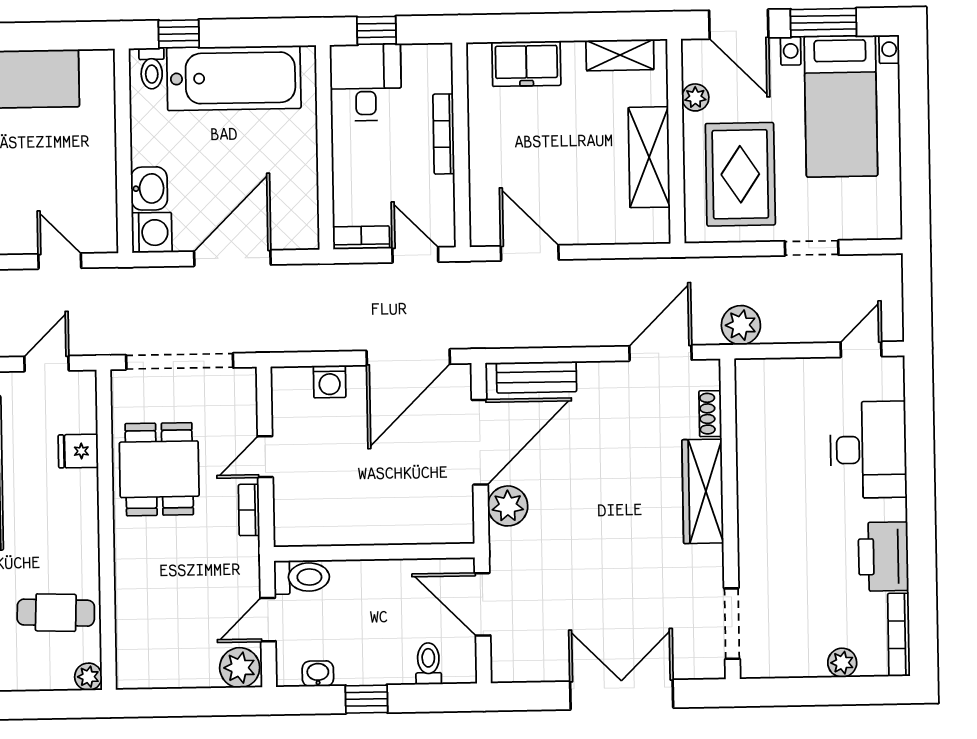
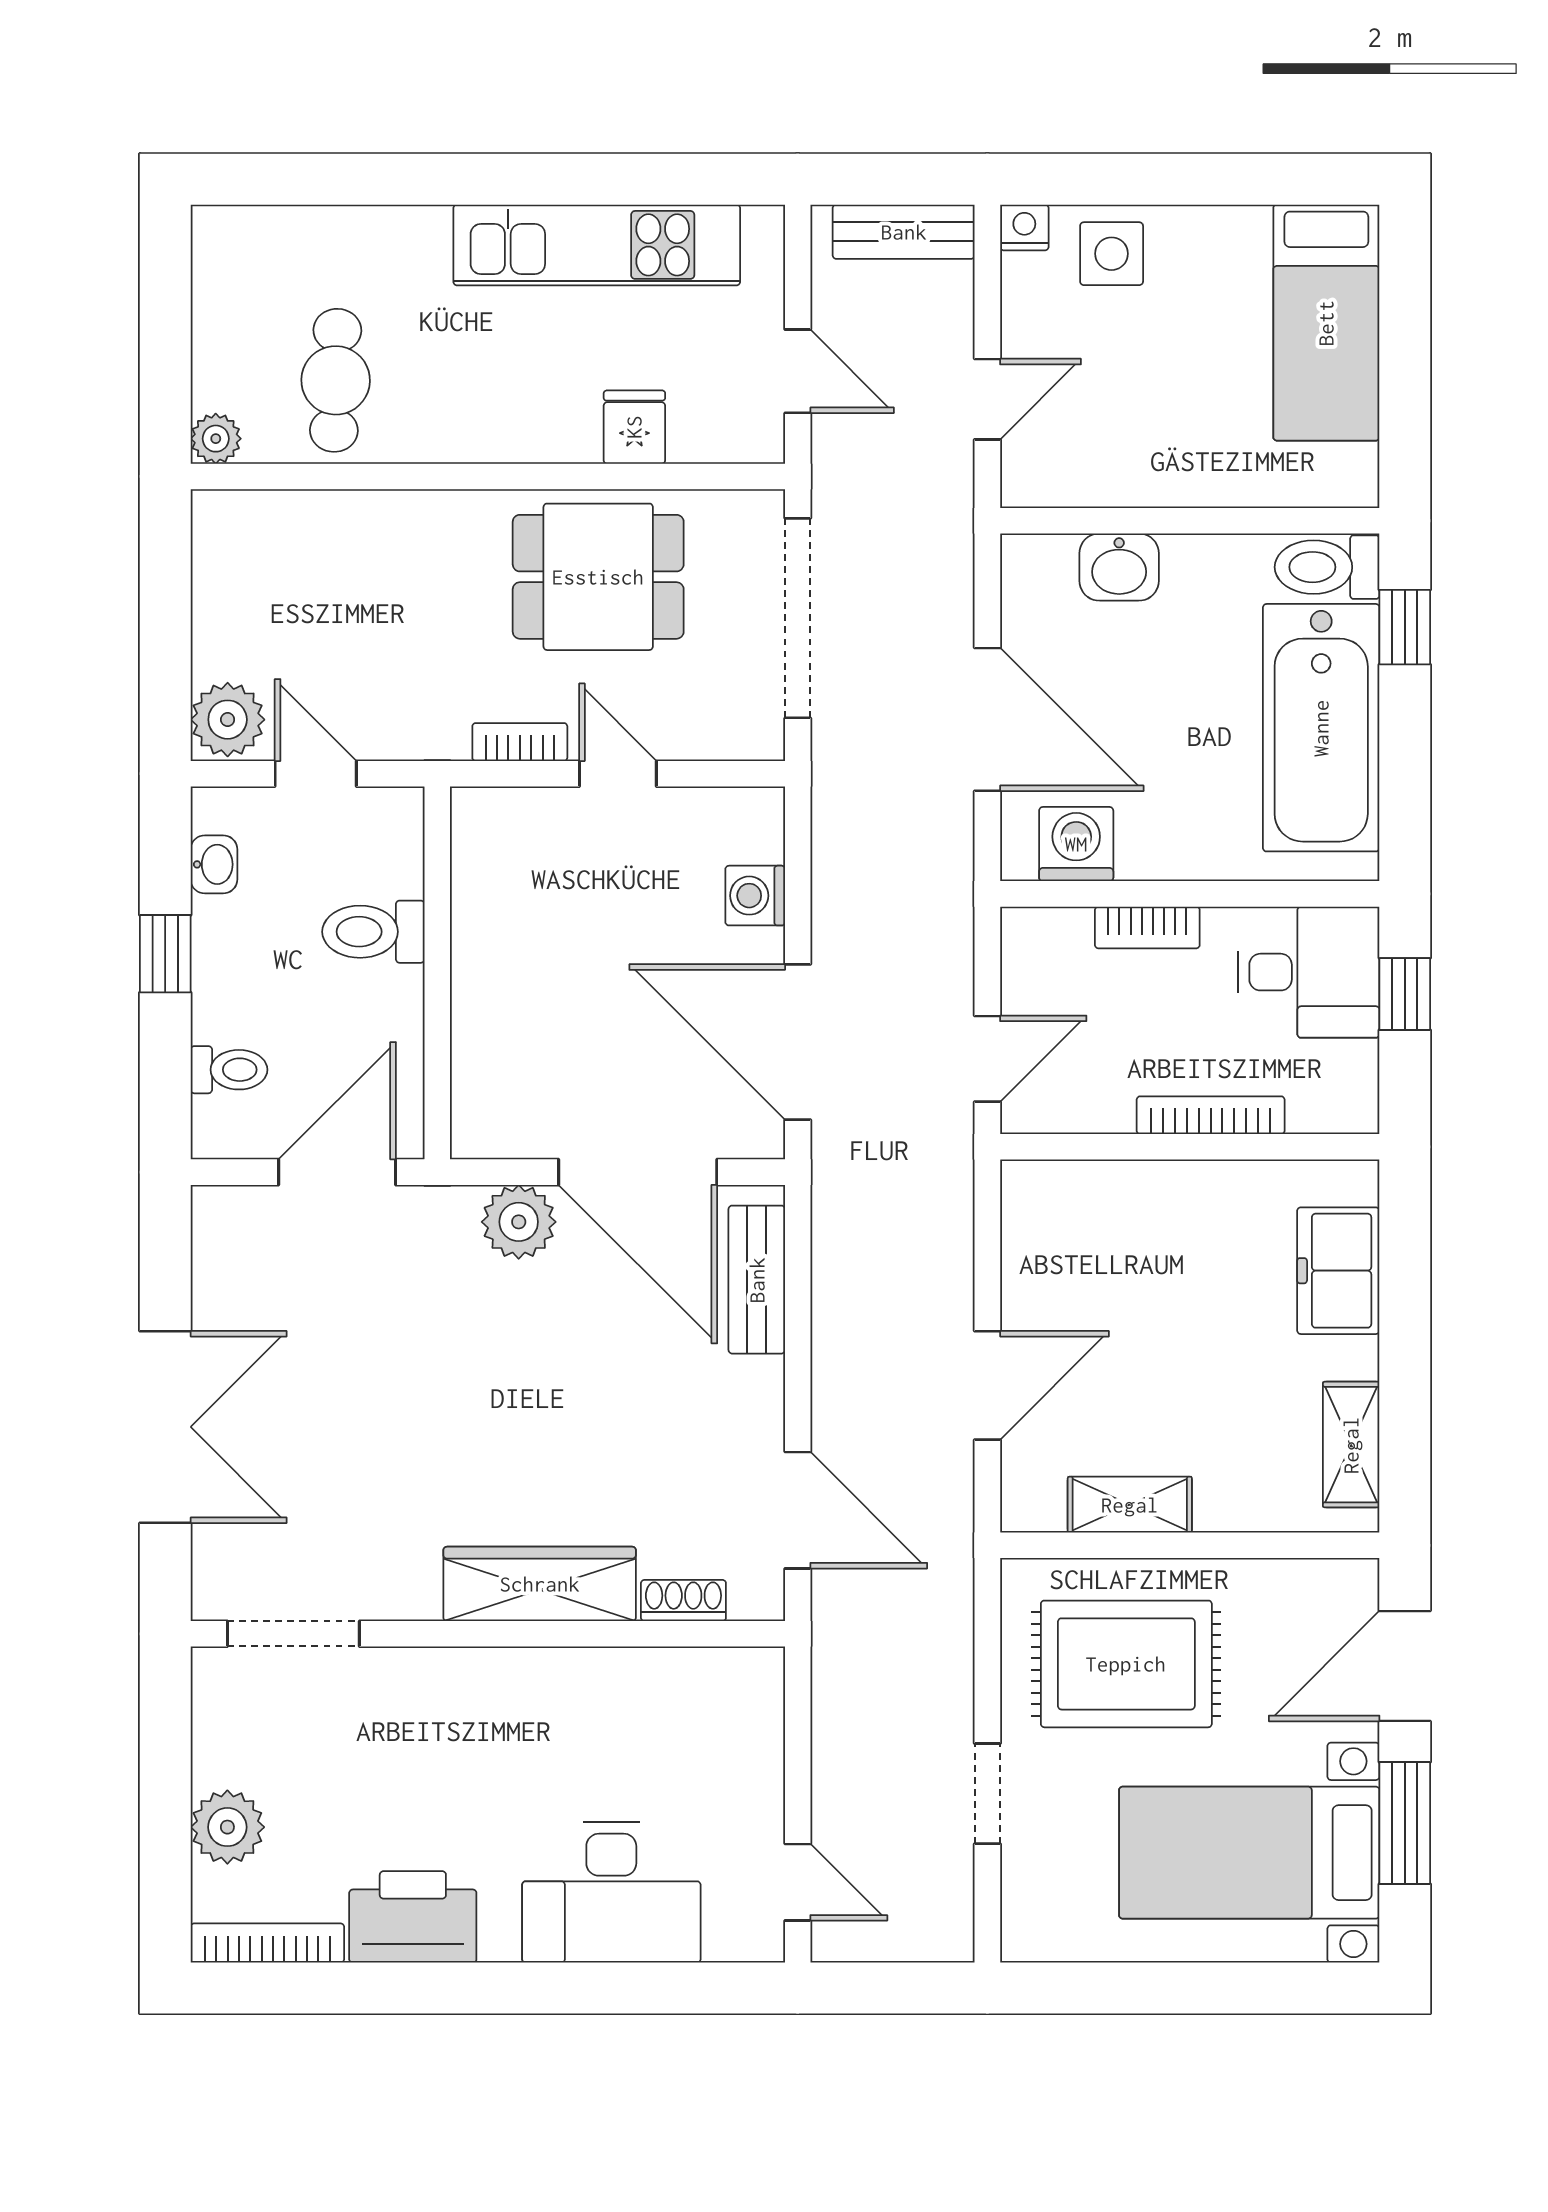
toilet: (152, 68) -> (1327, 567), width x1.37, depth x1.39
plant: (695, 97) -> (1270, 1583), removed
shelving: (649, 157) -> (1130, 1505), width x0.67, depth x0.75
washing machine: (152, 233) -> (1076, 844), moved, turned 180
bookcase: (361, 238) -> (1147, 927), moved, turned 90
door: (530, 253) -> (987, 1385), moved
plant: (741, 325) -> (847, 1660), removed
toilet: (302, 577) -> (373, 932), moved, turned 90
plant: (842, 663) -> (227, 1827), width x1.38, depth x1.38

